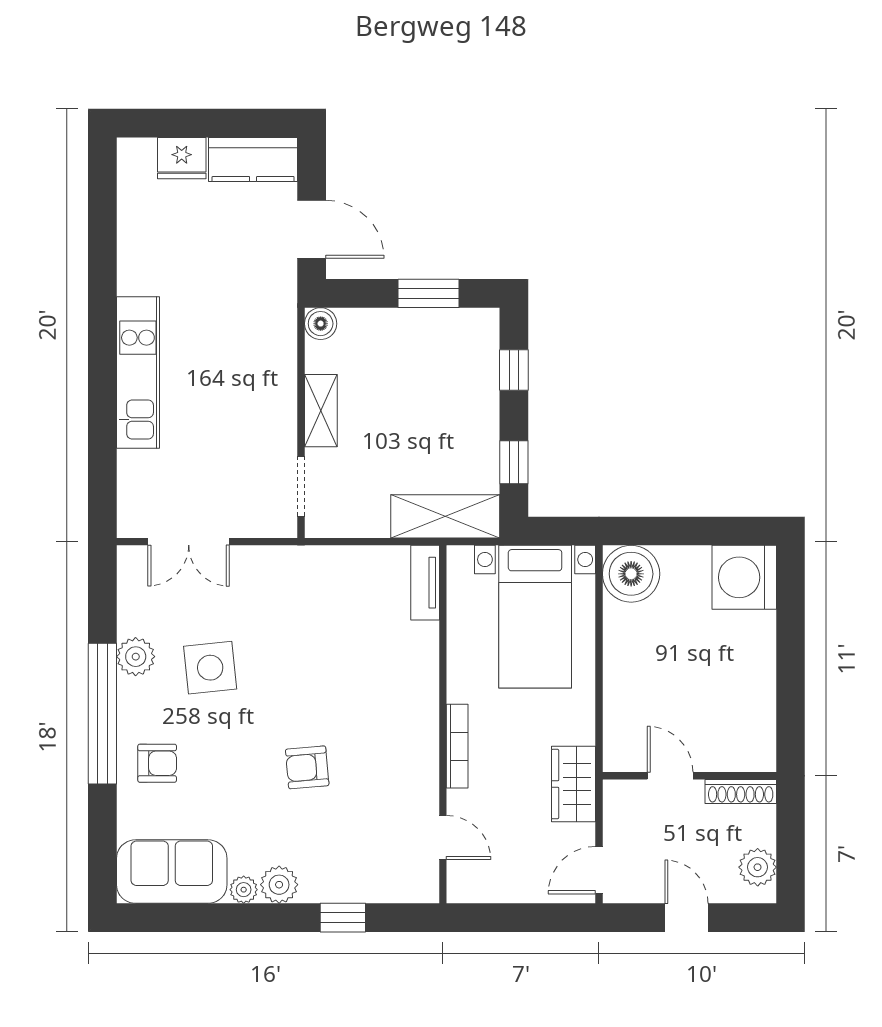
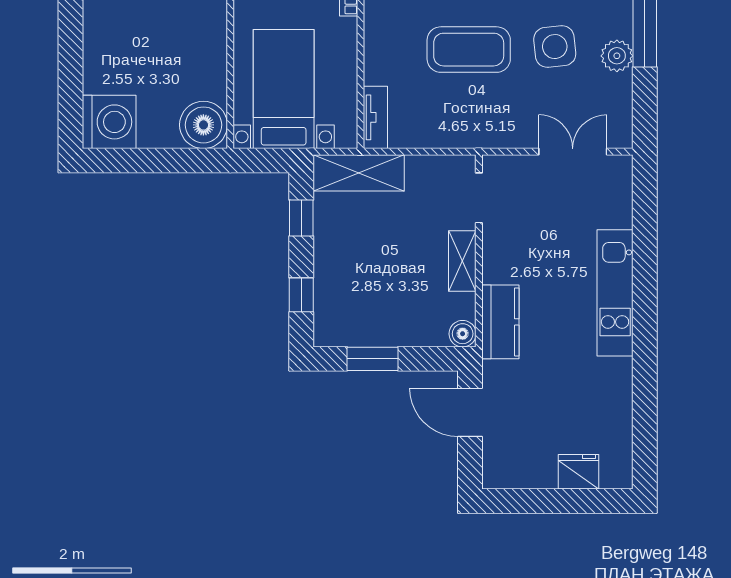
kitchen counter: (253, 159) -> (500, 322), moved, turned 90
coffee table: (313, 664) -> (469, 50), added

